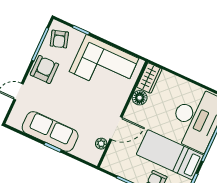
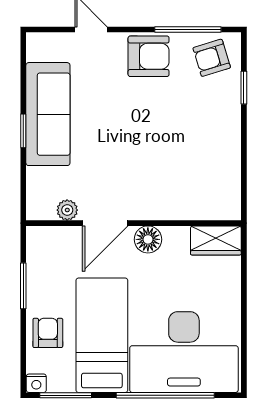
corner sofa: (104, 65) -> (203, 154), removed
floor lamp: (140, 98) -> (148, 239), moved
door: (116, 128) -> (105, 223), hinge flipped

